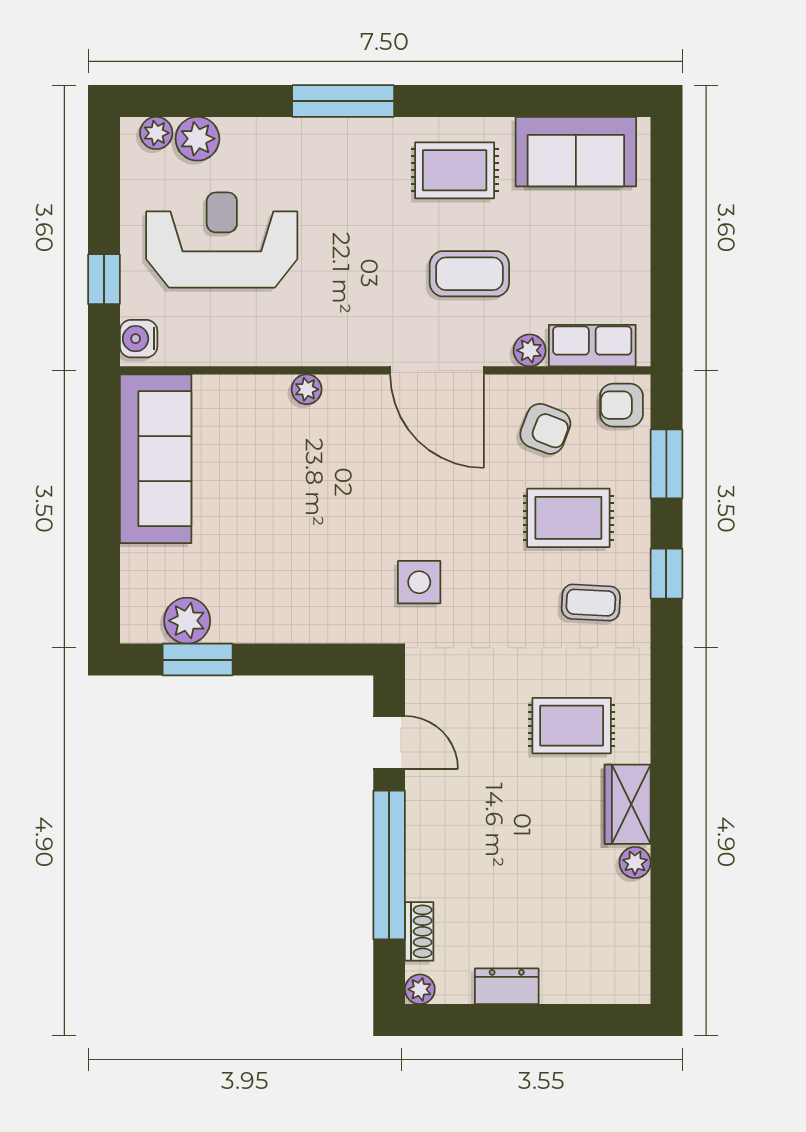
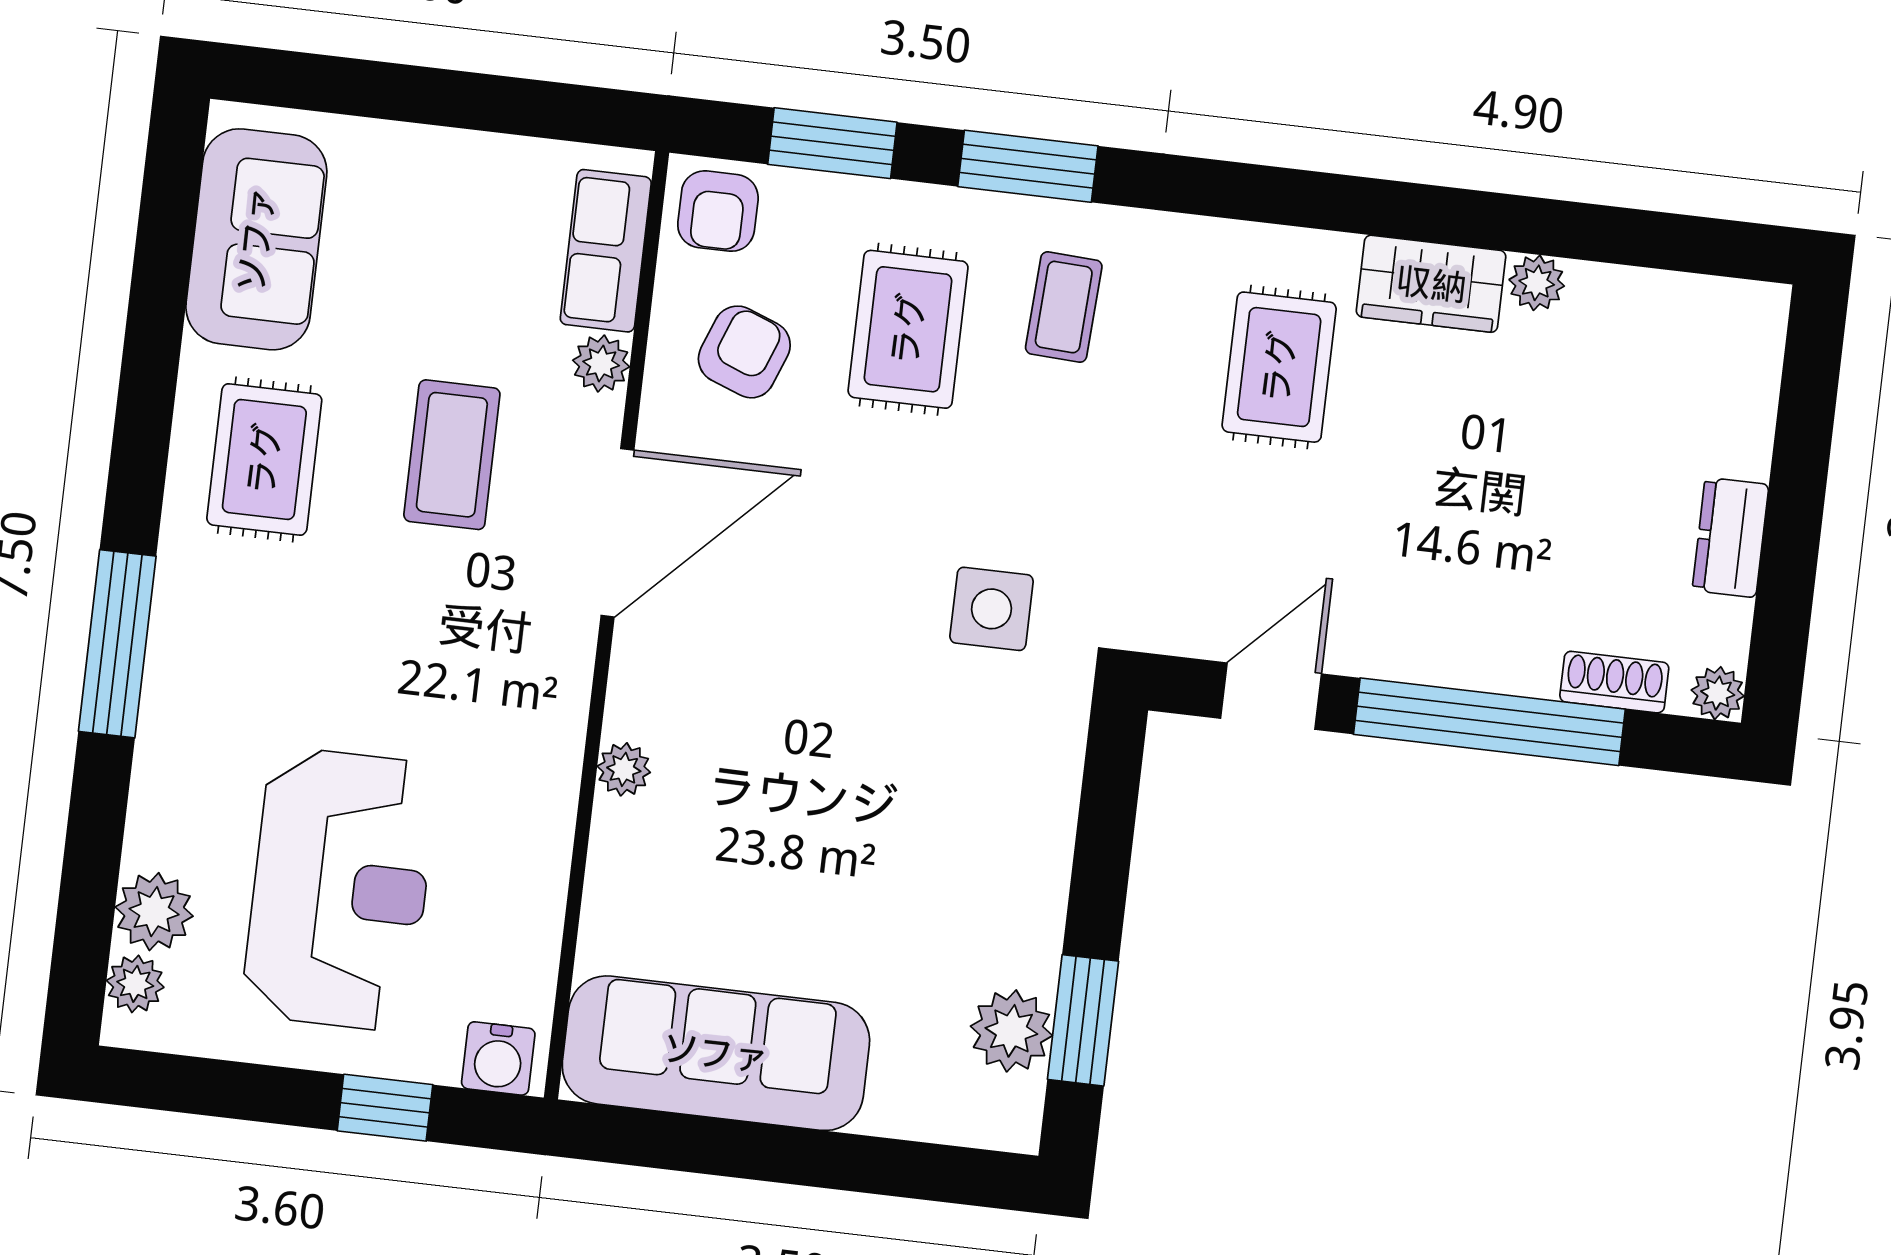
reception desk: (222, 240) -> (340, 889), turned 180
window: (666, 574) -> (1028, 166), width x1.50

